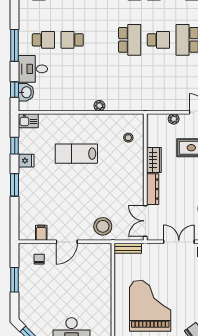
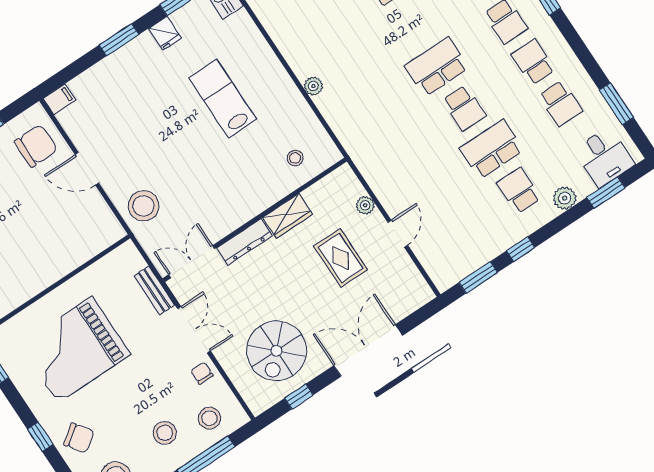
school desk: (130, 40) -> (437, 67), turned 180
filing cabinet: (41, 233) -> (59, 99), moved
bench: (128, 248) -> (154, 290), moved
chair: (39, 259) -> (36, 146), width x1.87, depth x1.87
grand piano: (150, 306) -> (75, 350), turned 180

